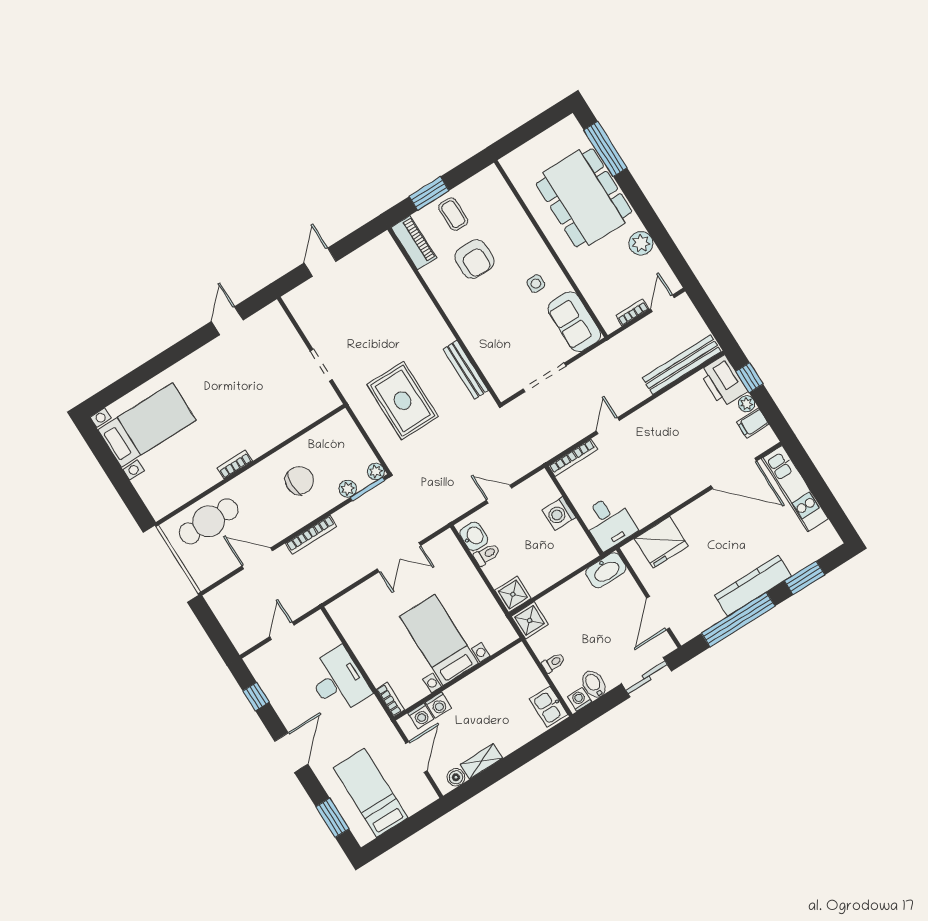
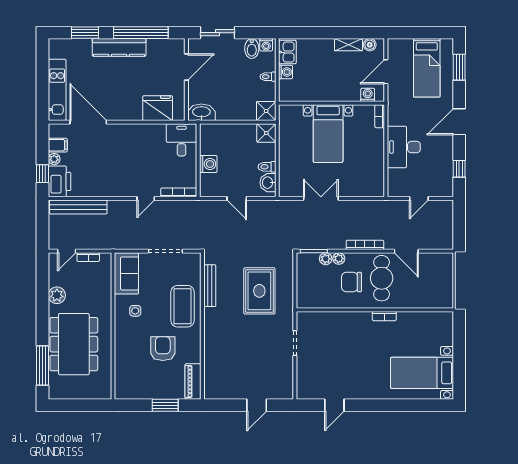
coffee table: (453, 214) -> (183, 306), moved, width x1.86, depth x1.72
plant: (376, 471) -> (339, 259), moved
cafe table: (209, 521) -> (382, 278), moved, turned 90
washing machine: (438, 705) -> (286, 72), moved, turned 90

